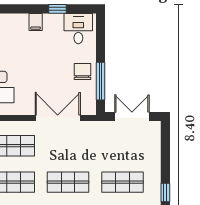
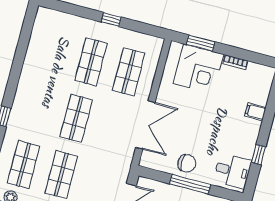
filing cabinet: (36, 22) -> (255, 112), moved
window: (101, 81) -> (190, 184), moved

